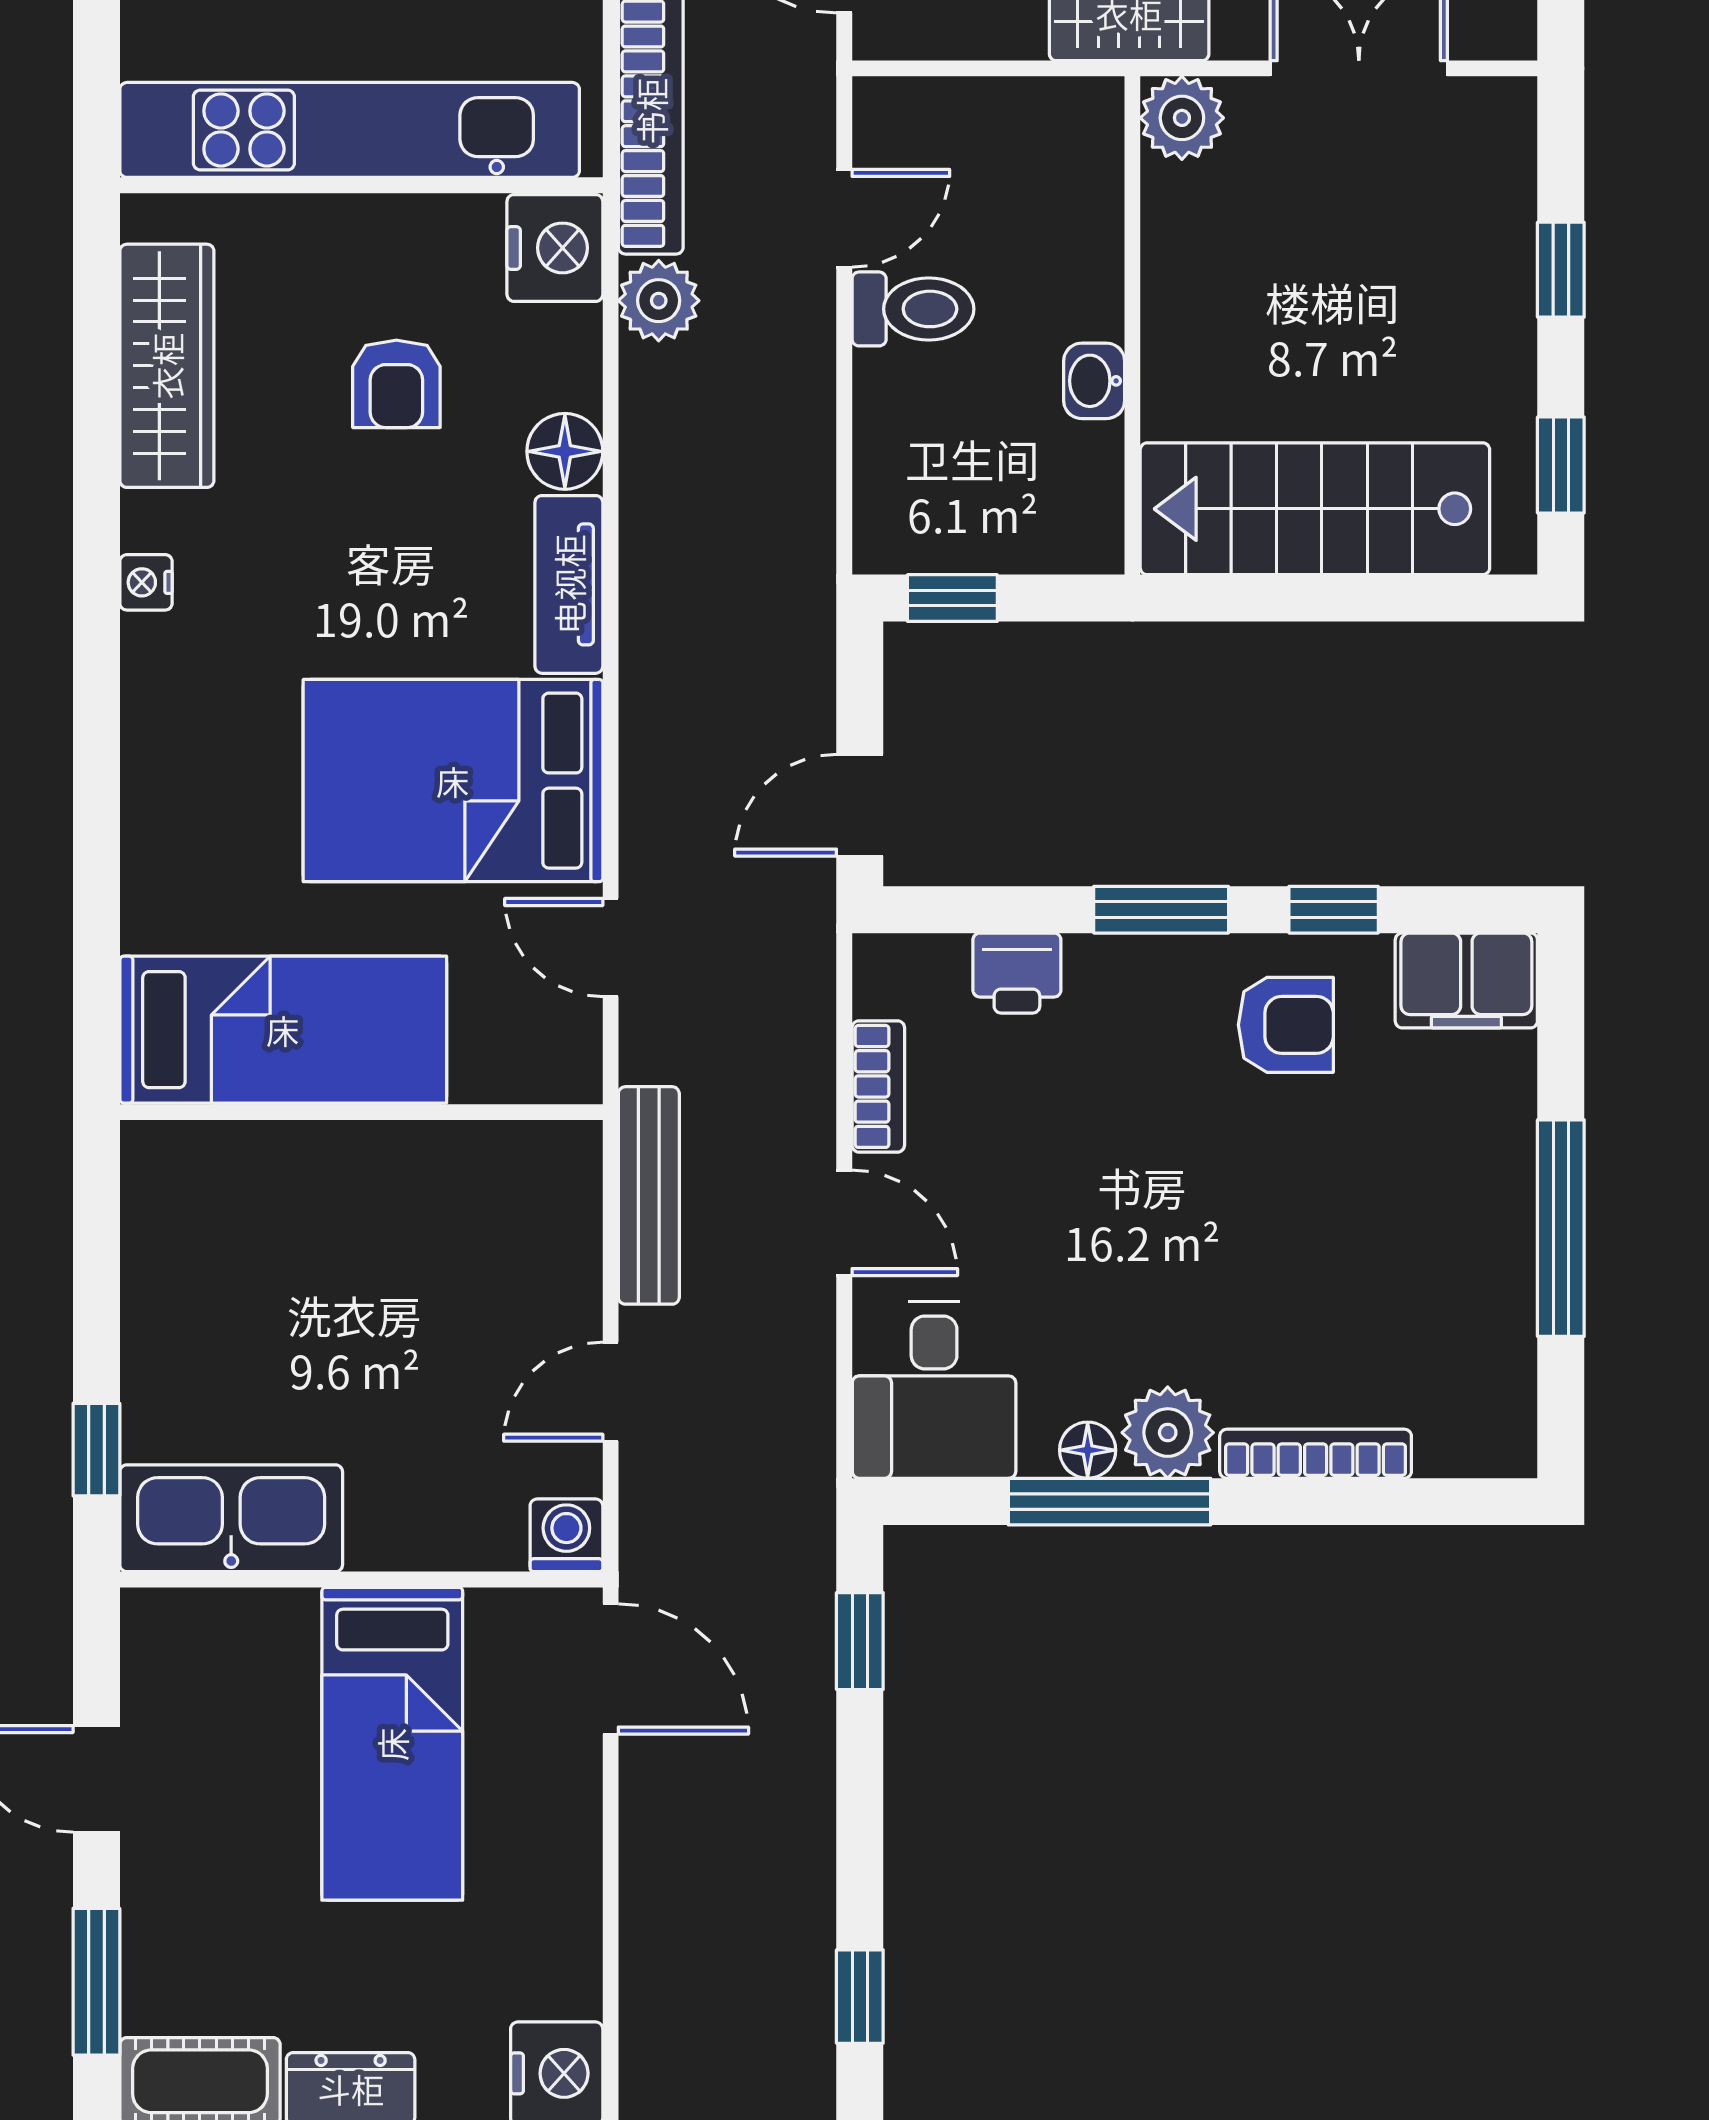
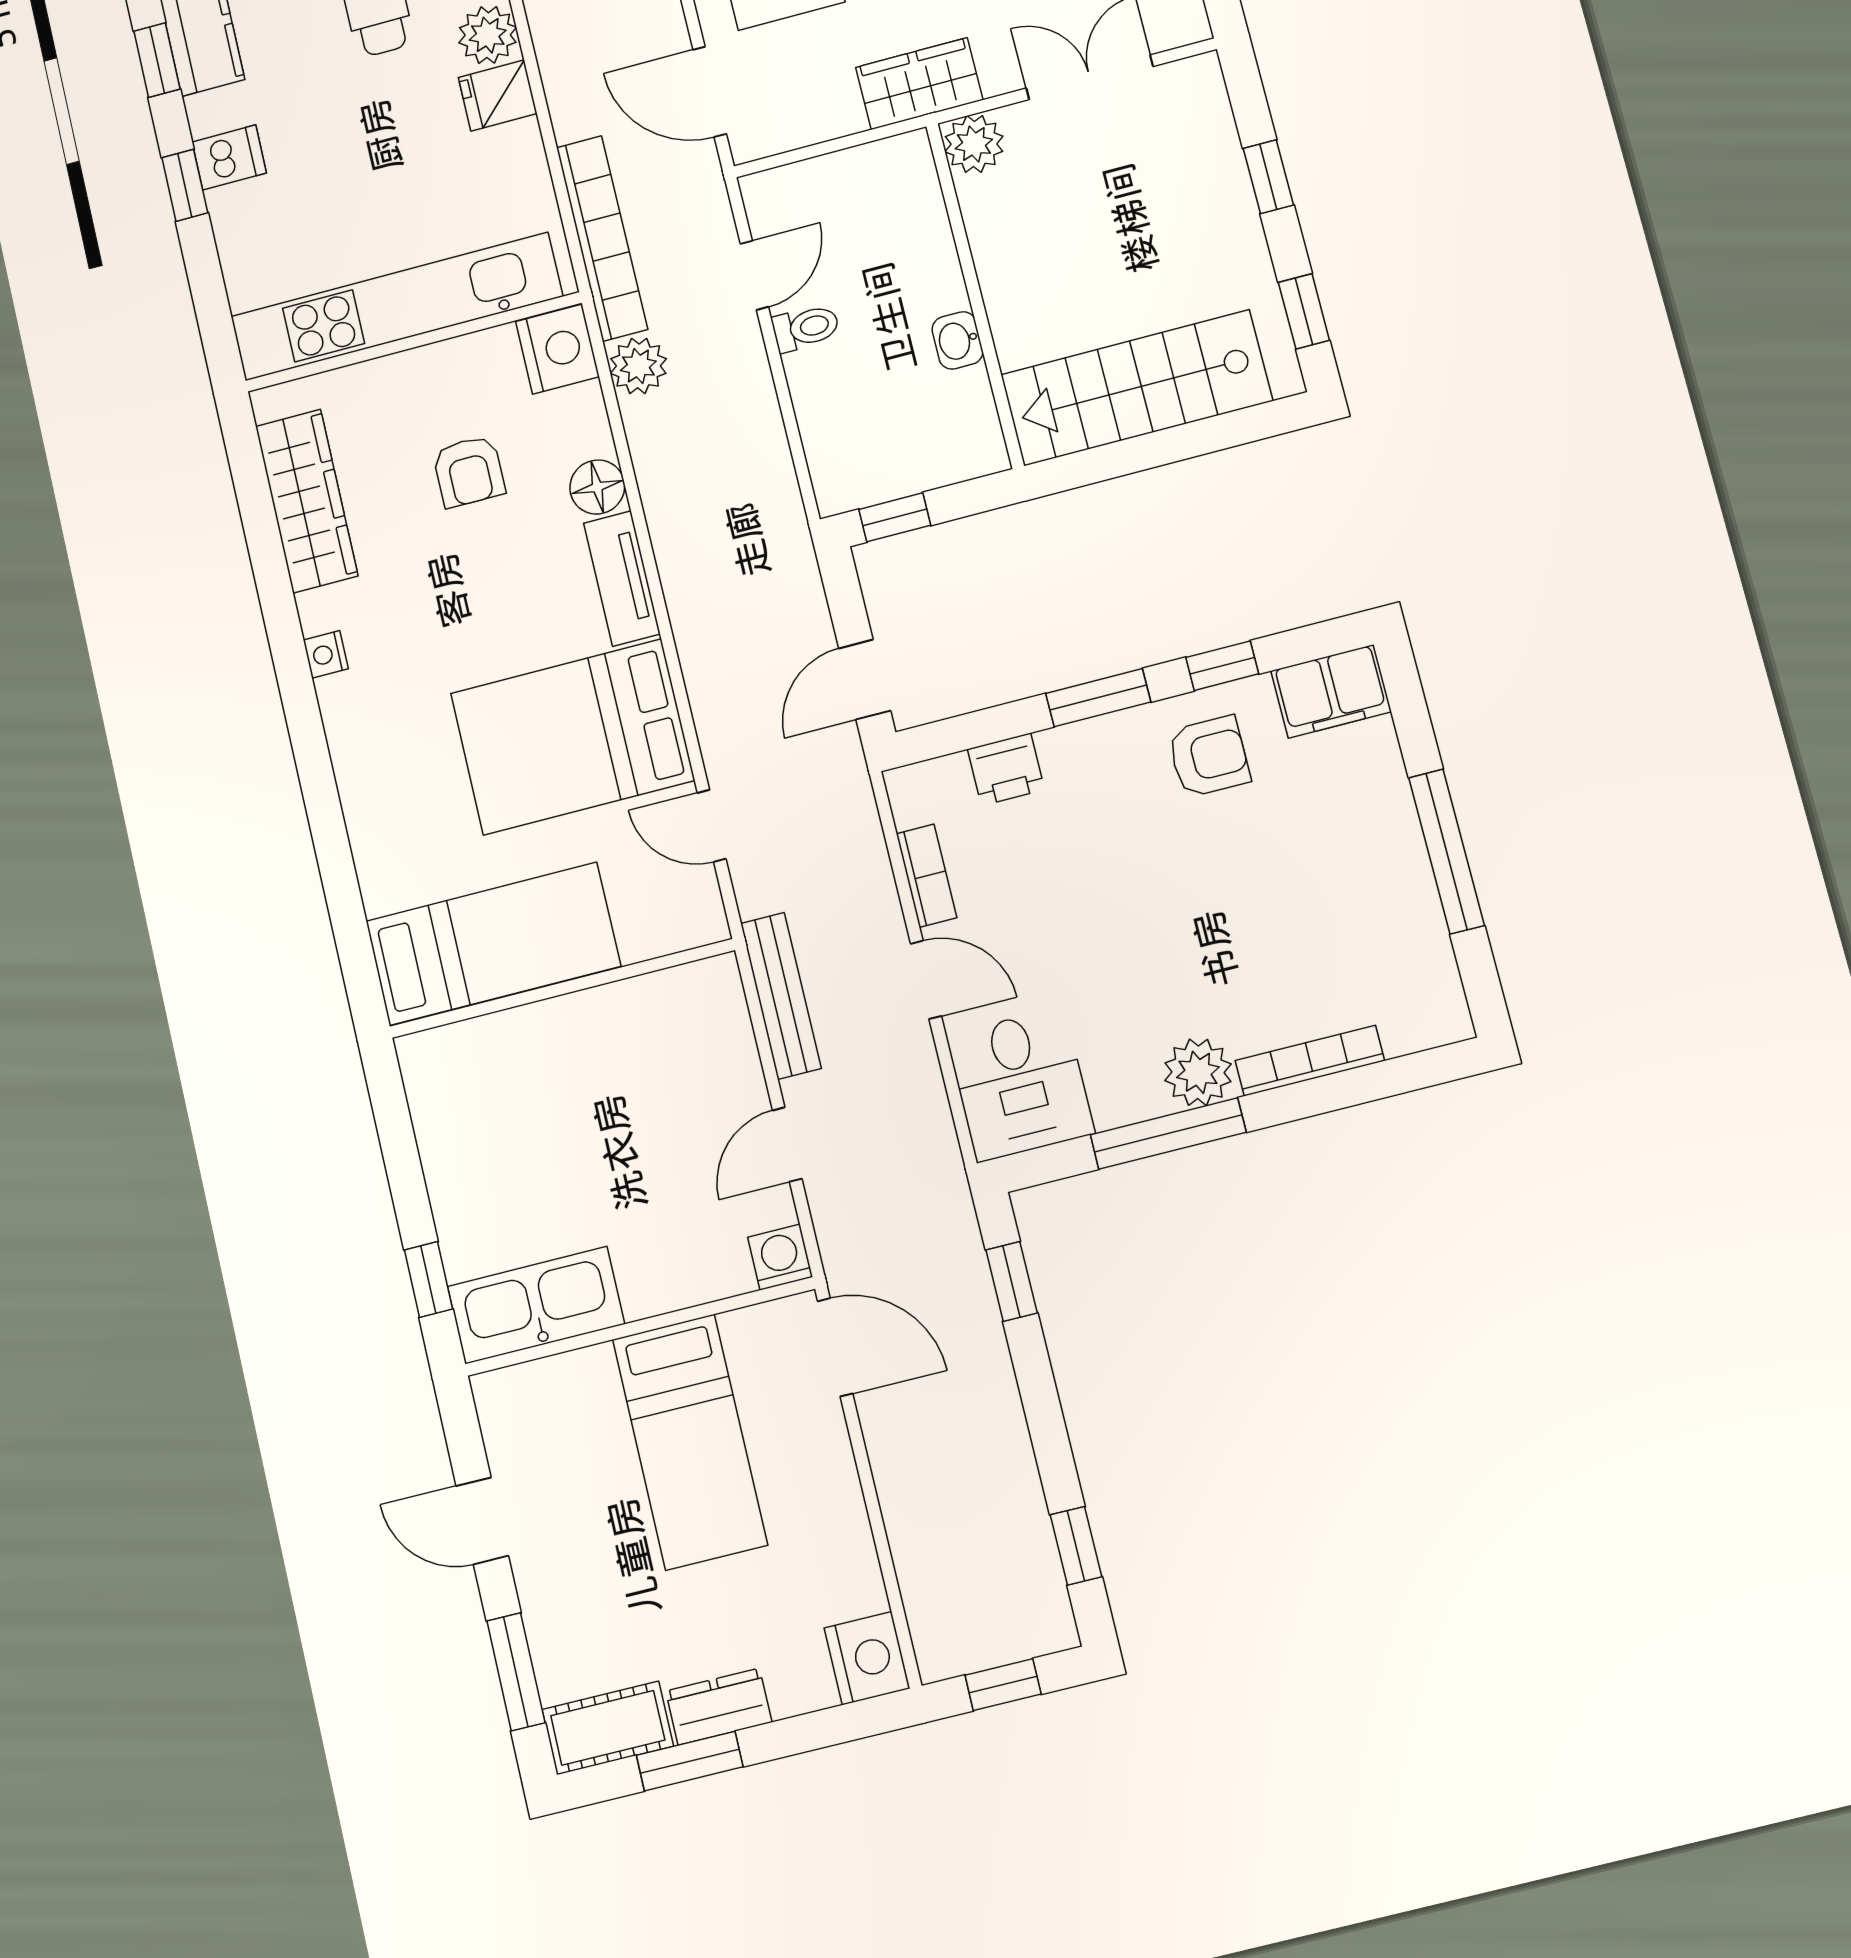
toilet: (913, 309) -> (806, 328), width x0.73, depth x0.72
floor lamp: (1088, 1450) -> (1143, 1100), removed

